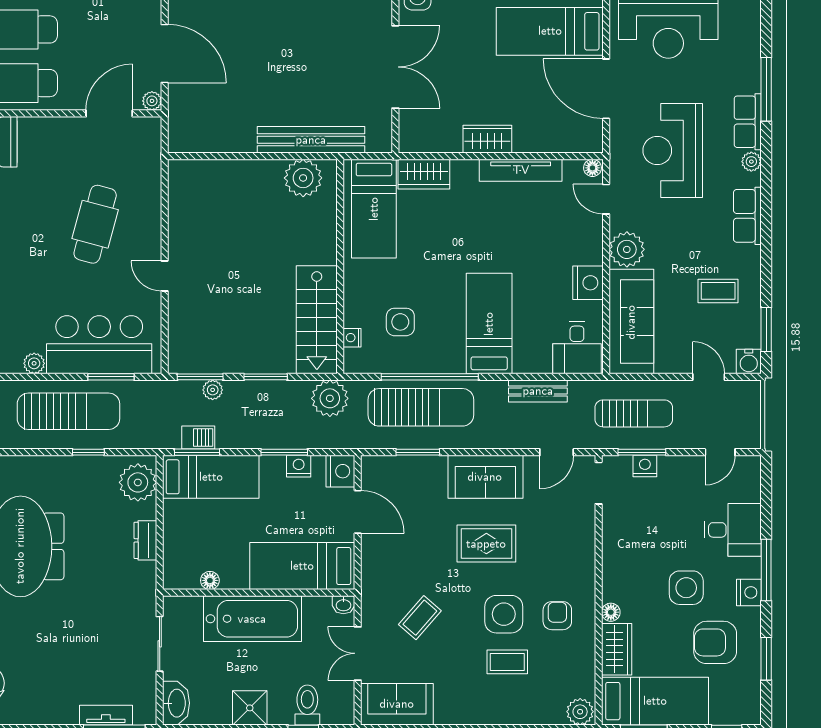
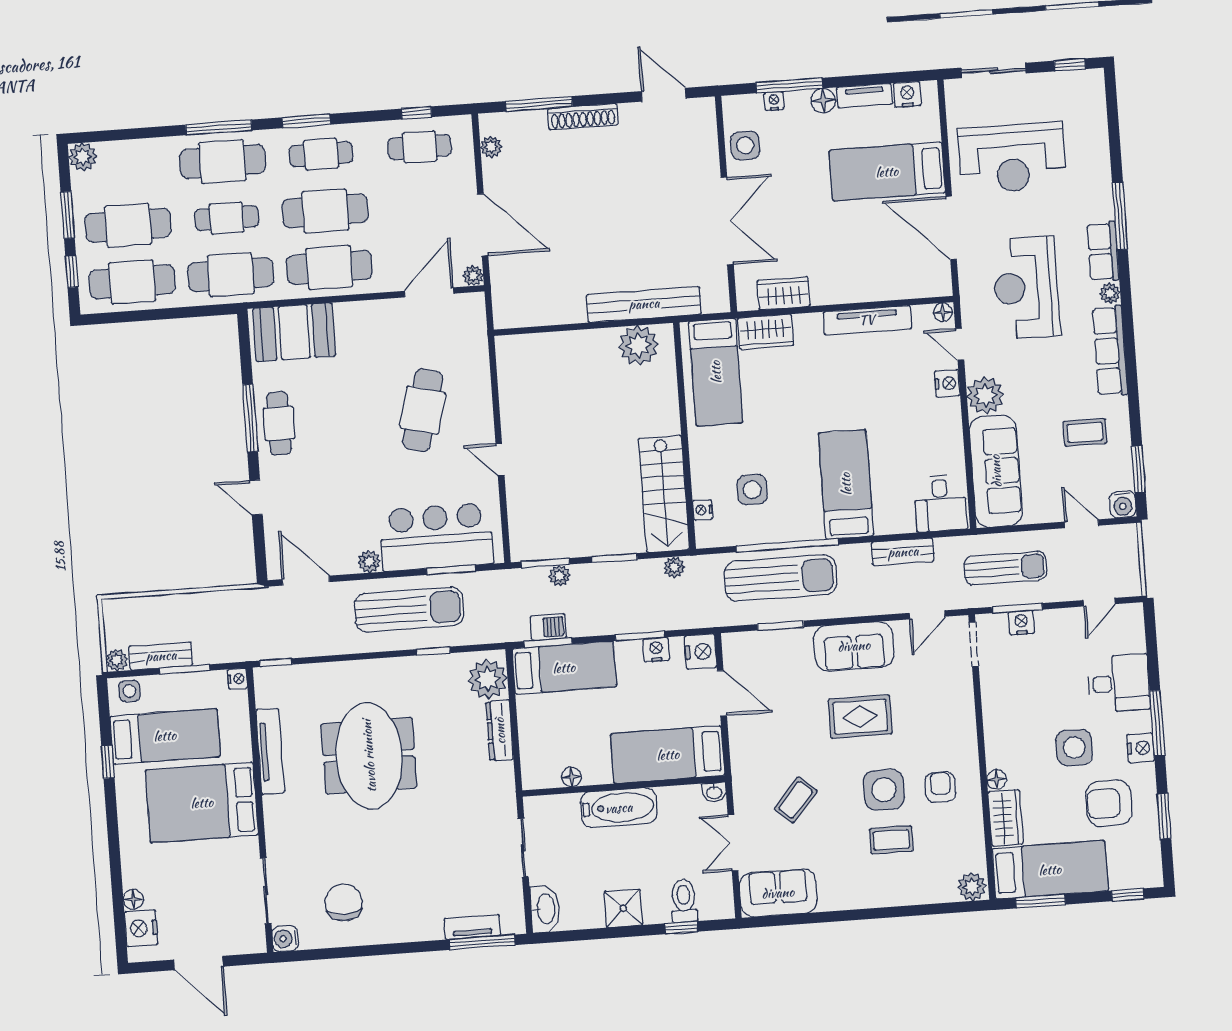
wardrobe: (487, 139) -> (784, 293), moved
row of seats: (747, 216) -> (1110, 351), width x1.48
nightstand: (588, 283) -> (947, 383), moved, width x0.74, depth x0.75
plant: (330, 398) -> (674, 567), width x0.53, depth x0.53
dresser: (145, 540) -> (500, 731), width x1.44
bathtub: (252, 619) -> (619, 808), width x0.73, depth x0.73

